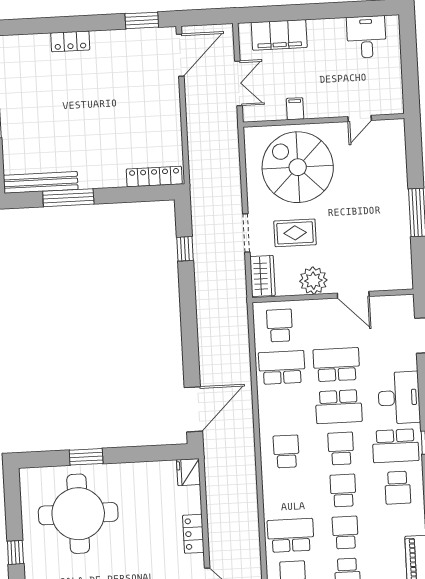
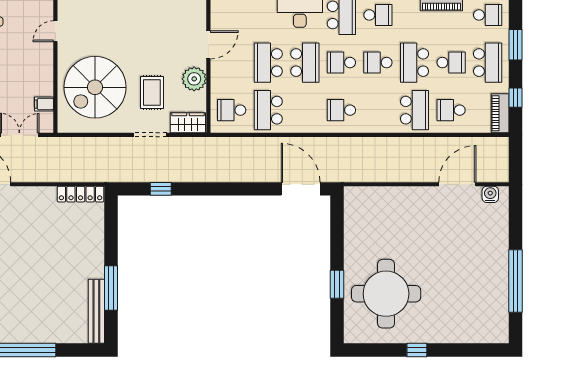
filing cabinet: (295, 109) -> (44, 104), moved
door: (360, 118) -> (55, 31), swing flipped
locker: (154, 176) -> (81, 194), moved, turned -90
fridge: (188, 472) -> (355, 196), removed
school desk: (345, 533) -> (414, 63), width x1.85
locker: (193, 534) -> (409, 195), removed
school desk: (291, 535) -> (414, 110), turned 180

